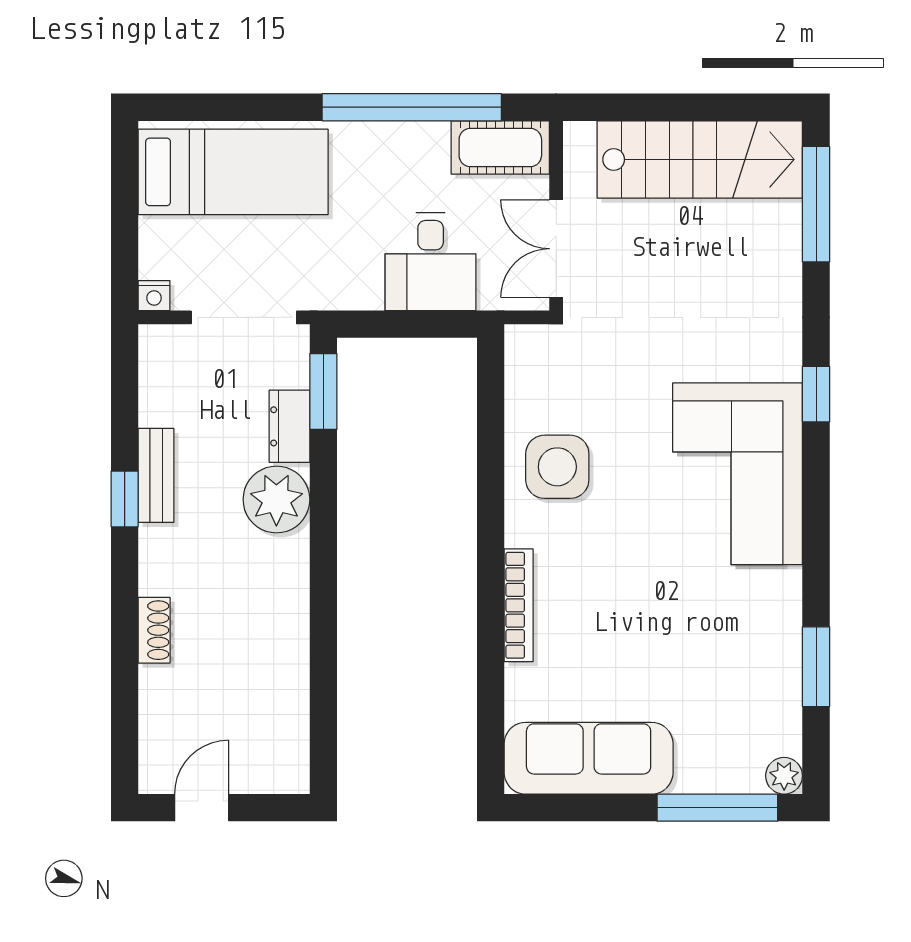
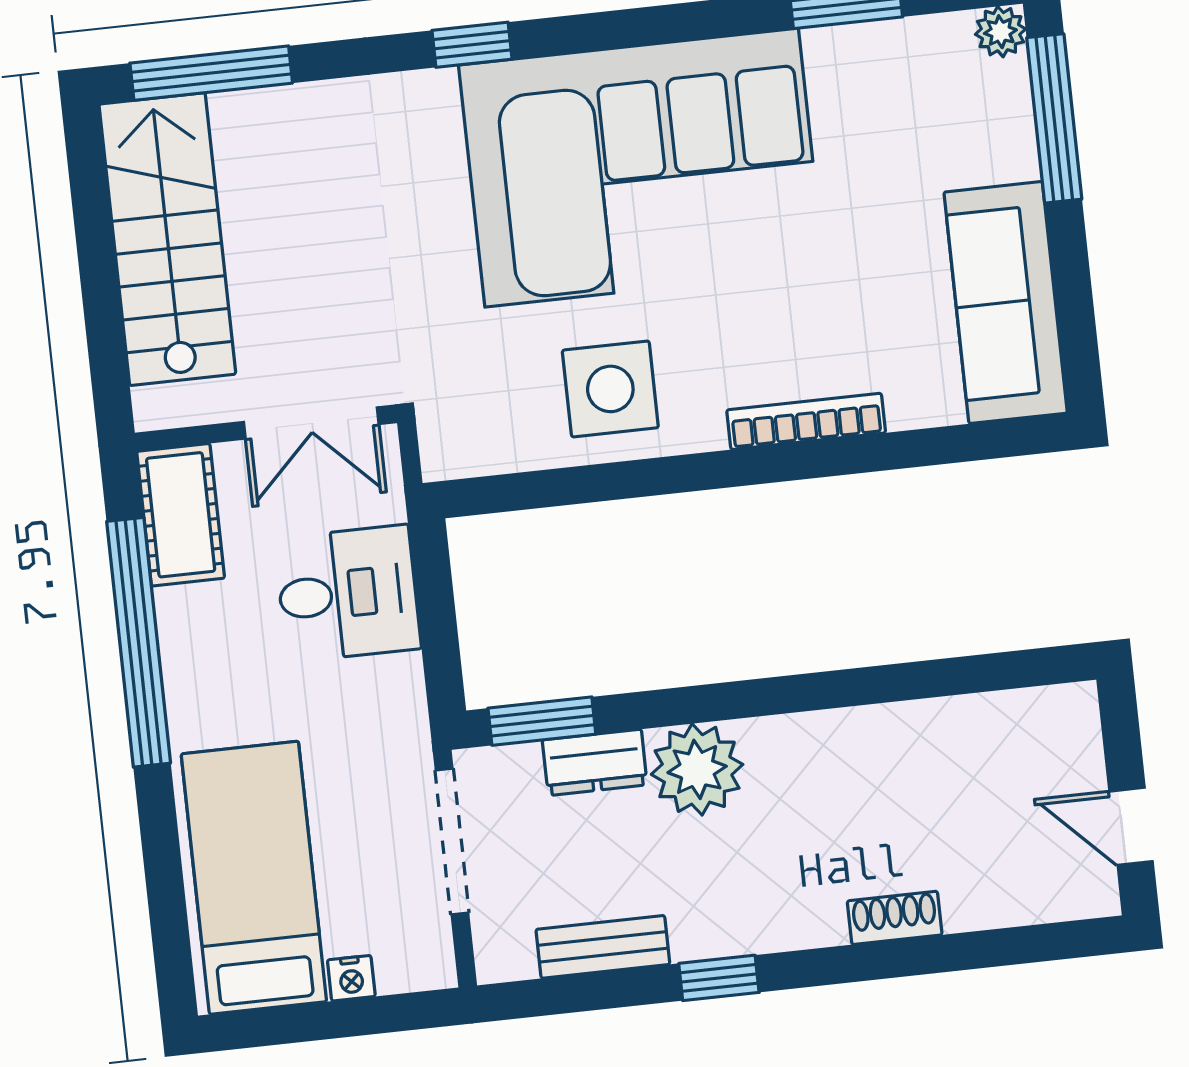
nightstand: (154, 296) -> (351, 978), moved, turned 90
corner sofa: (738, 474) -> (642, 168), width x1.36, depth x1.36
bench: (156, 475) -> (603, 947), moved

